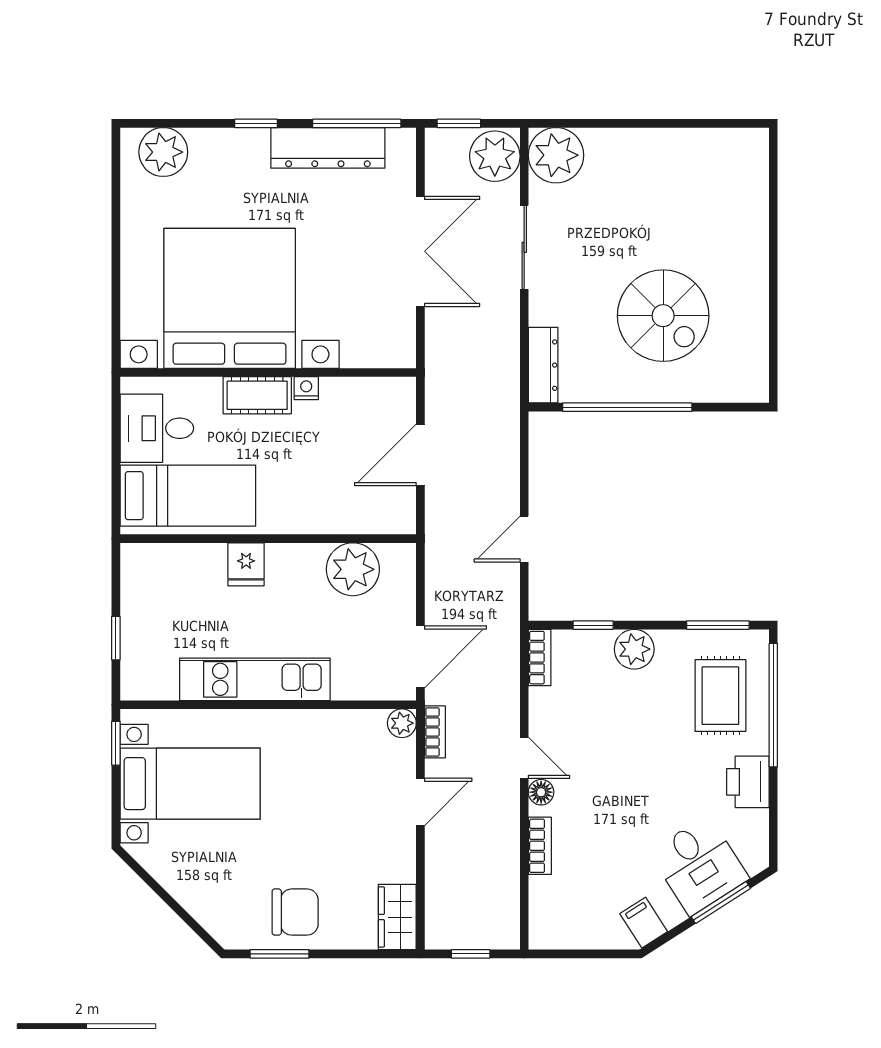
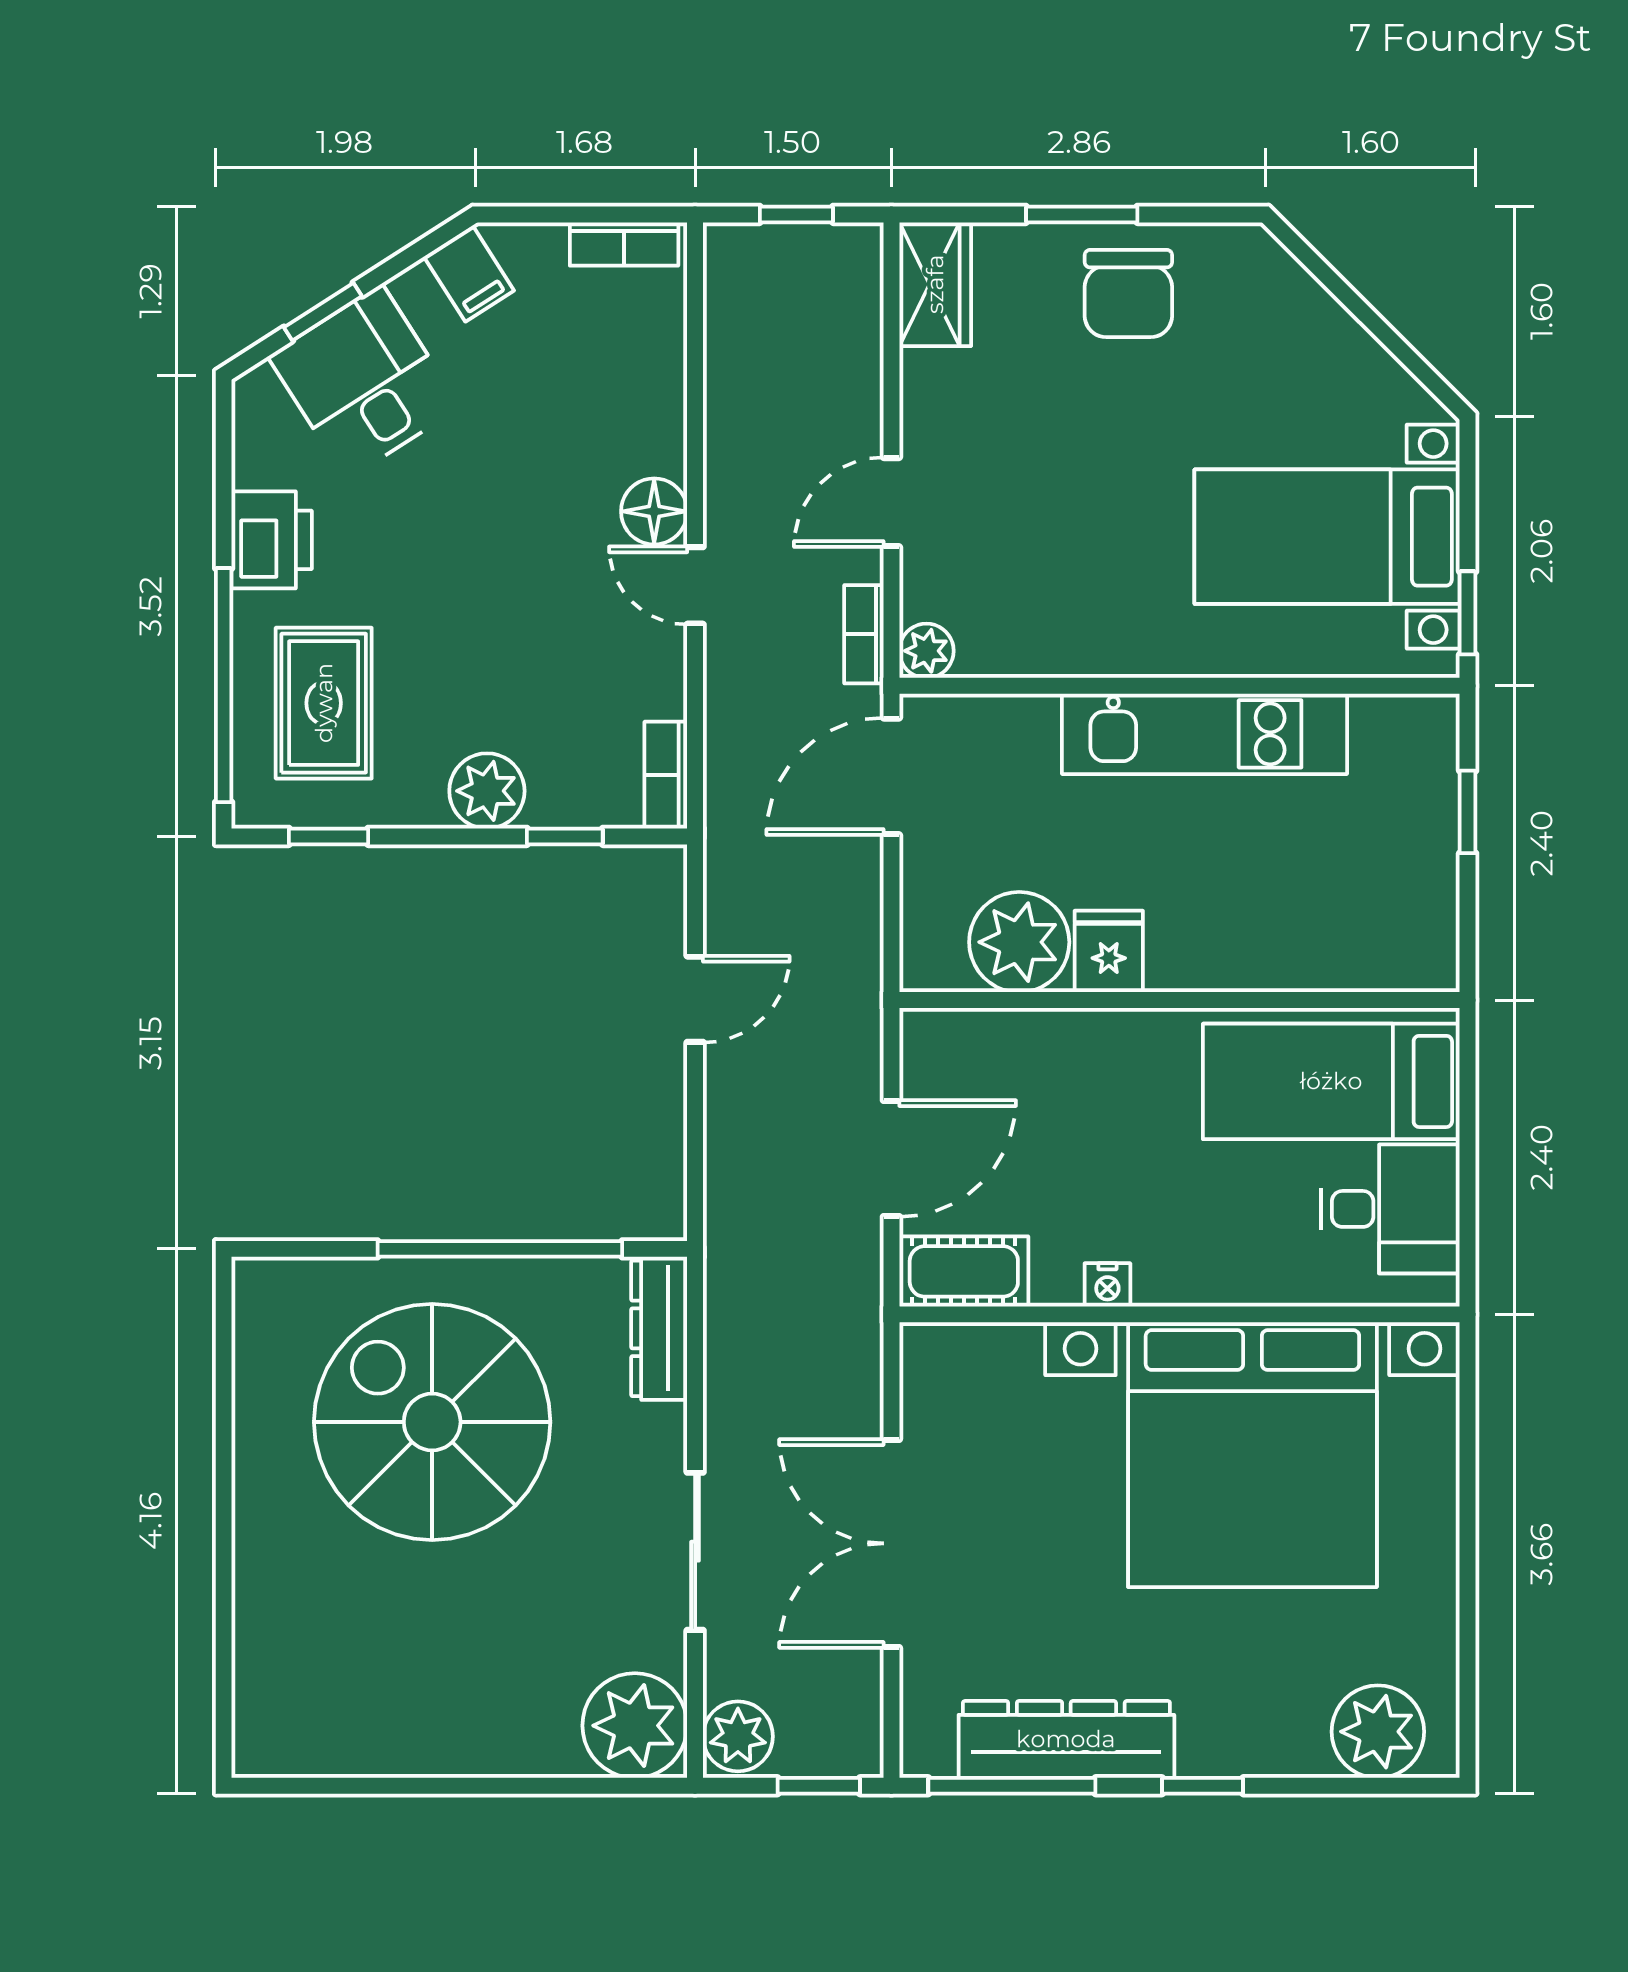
plant: (495, 156) -> (738, 1736), width x0.73, depth x0.73
spiral stairs: (663, 316) -> (432, 1422), width x1.37, depth x1.37
cot: (257, 395) -> (964, 1271), moved
fridge: (246, 564) -> (1109, 951), moved
window: (718, 625) -> (328, 836), width x0.67
floor lamp: (541, 792) -> (654, 511), width x1.37, depth x1.37
bookcase: (540, 846) -> (624, 244), moved, turned -90
window: (721, 902) -> (323, 312), width x0.67
chair: (295, 912) -> (1128, 294), turned -90
window: (279, 954) -> (1082, 214), moved

